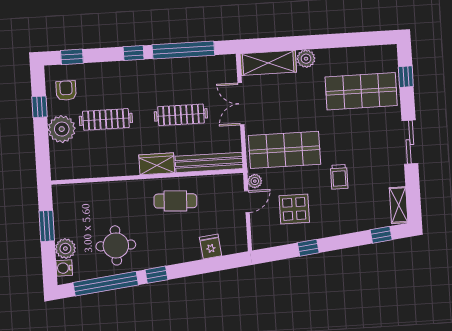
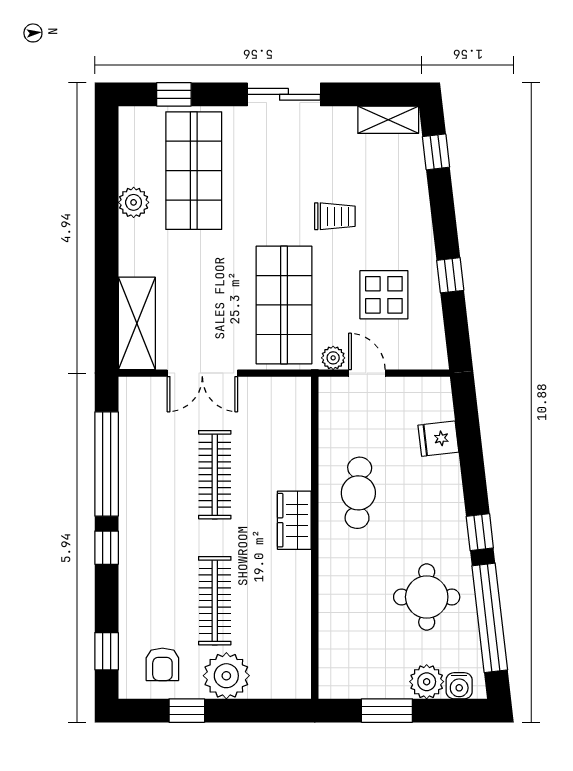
plant: (306, 59) -> (134, 202), moved
armchair: (66, 91) -> (162, 664), turned -90
bench: (209, 162) -> (297, 433), removed

